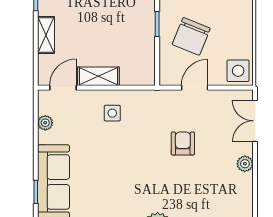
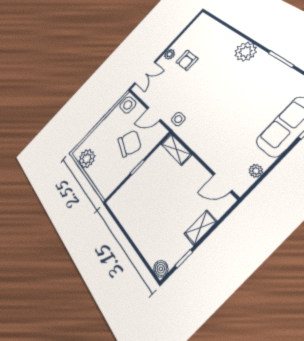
shelving: (98, 76) -> (176, 149), moved
side table: (112, 113) -> (178, 119), moved
armchair: (183, 143) -> (187, 60), moved

